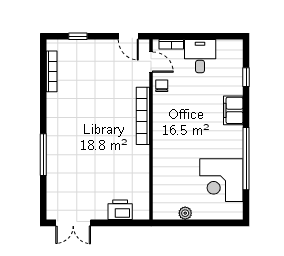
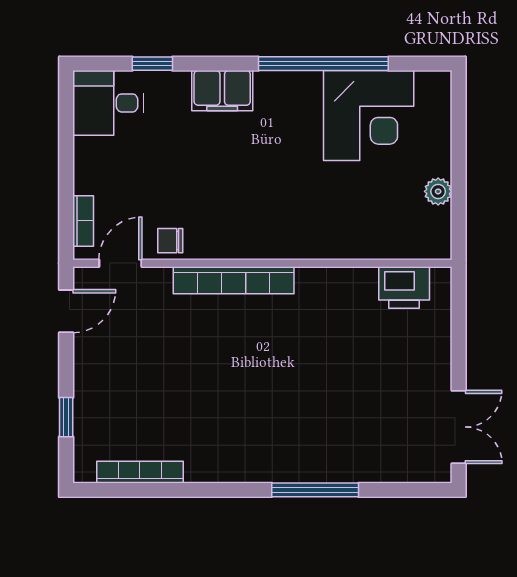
desk: (200, 56) -> (108, 103), moved
printer: (120, 210) -> (404, 288), moved, turned -90

